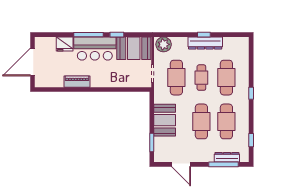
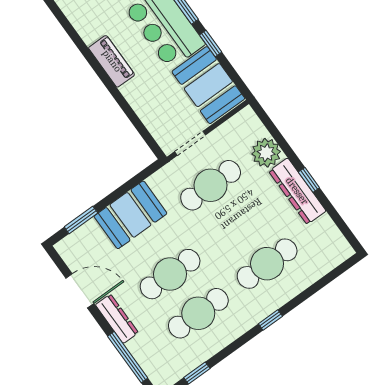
plant: (164, 44) -> (266, 153), moved
cafe table: (201, 78) -> (239, 224), removed
piano: (77, 82) -> (112, 61), moved
dresser: (227, 157) -> (117, 319), moved
door: (181, 164) -> (80, 291), swing flipped

